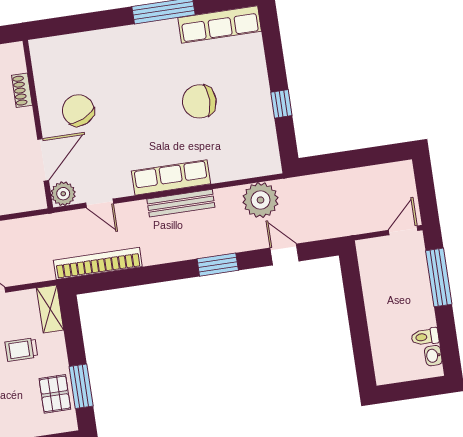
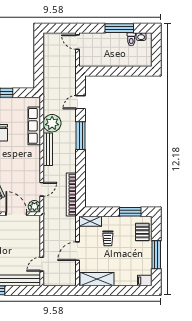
row of seats: (171, 177) -> (34, 126), moved
plant: (260, 200) -> (52, 123), moved
window: (218, 265) -> (81, 136), width x1.44
window: (439, 277) -> (119, 28), moved
pallet: (55, 394) -> (142, 232), moved, turned 90

